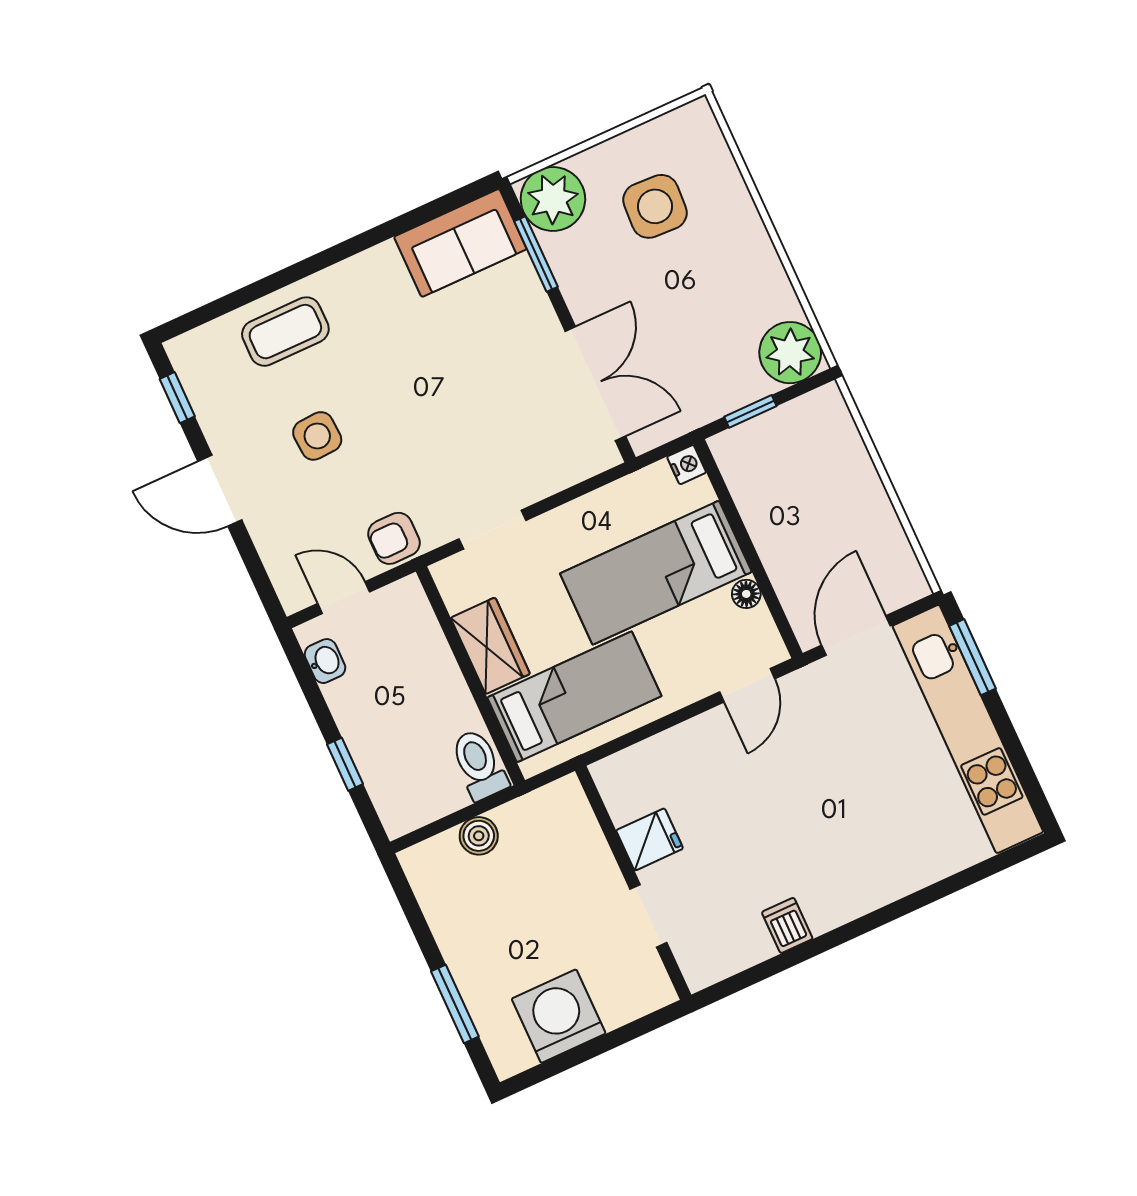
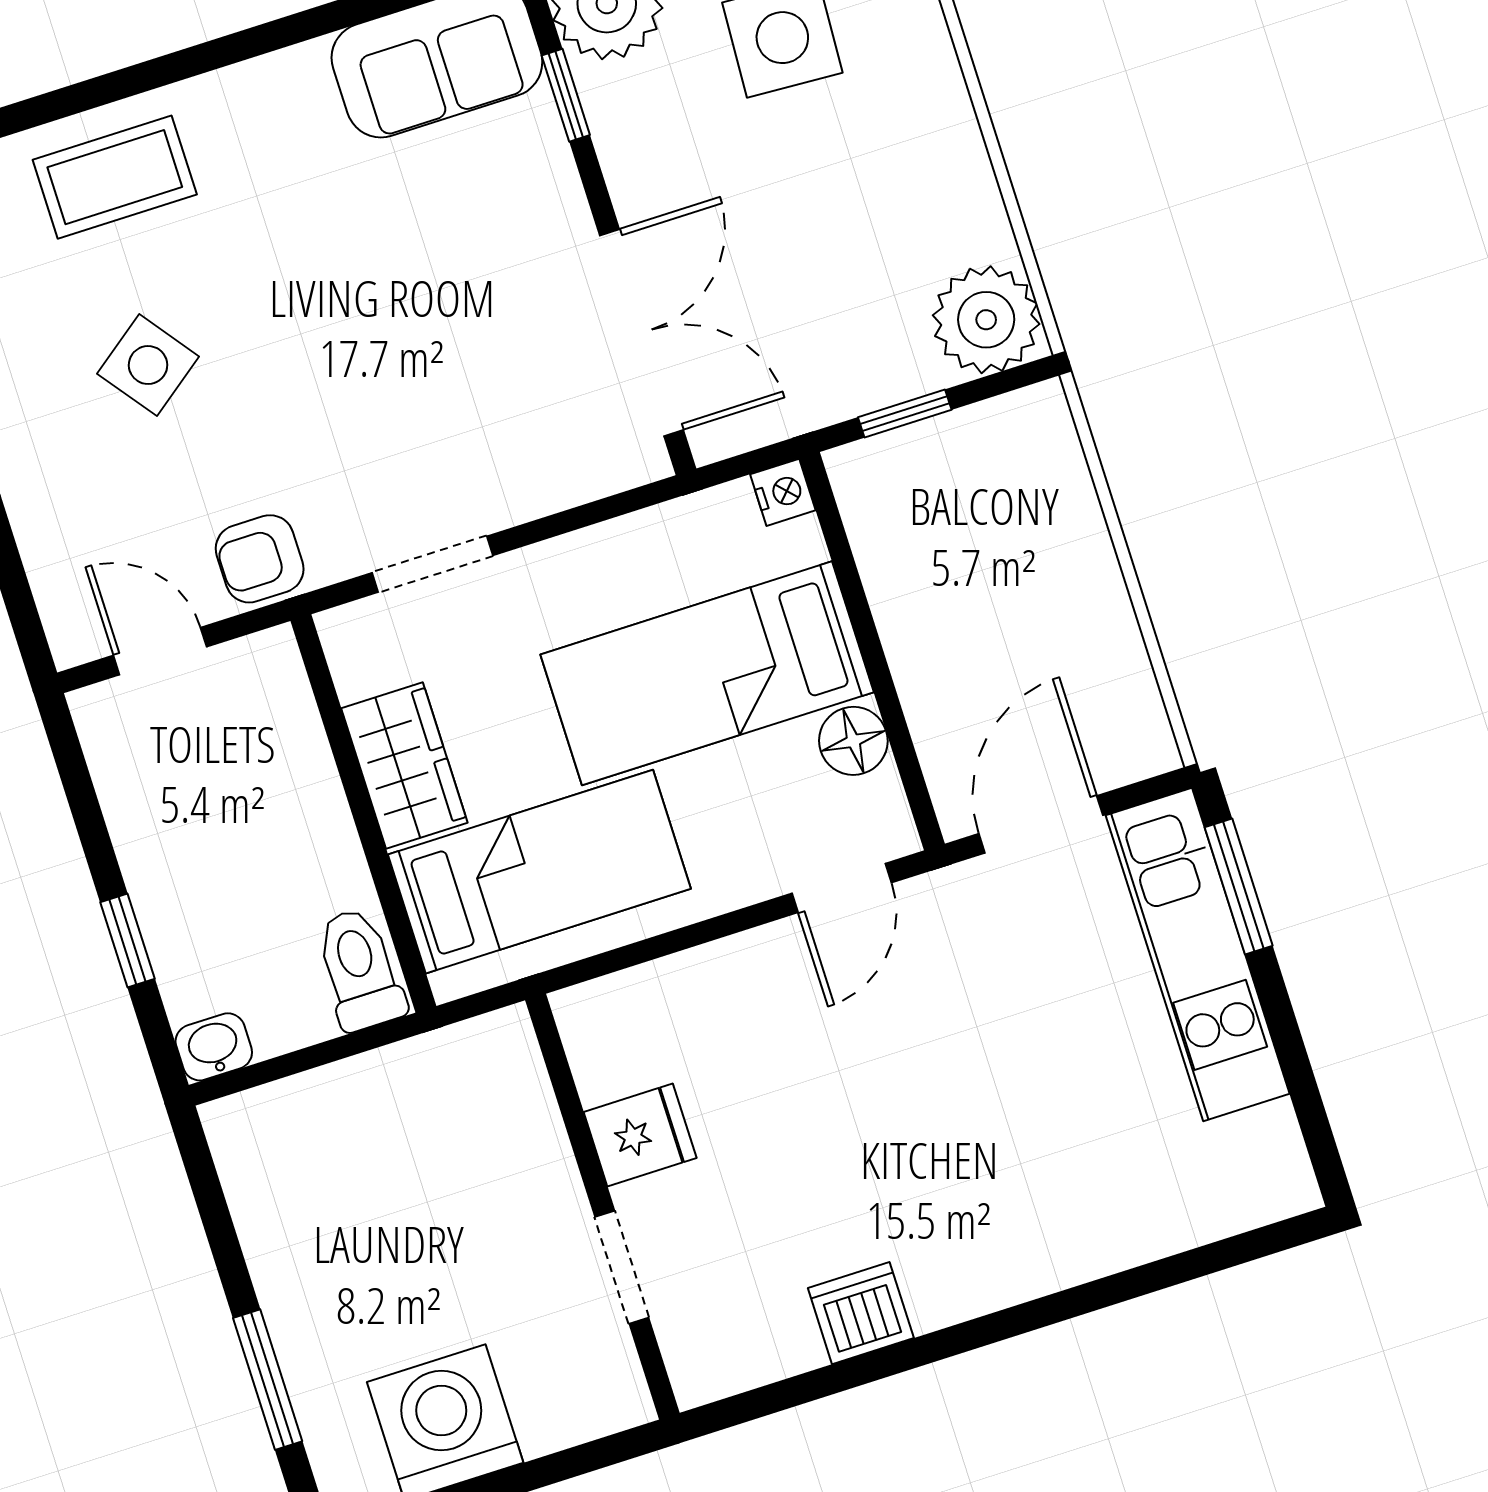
window: (536, 254) -> (566, 95), width x0.67
side table: (317, 436) -> (148, 365), turned -34
floor lamp: (746, 594) -> (853, 741), width x1.37, depth x1.37
washbasin: (325, 661) -> (214, 1047), moved, turned -90
kitchen unit: (968, 729) -> (1198, 954), width x0.73
boiler: (479, 836) -> (344, 1093), removed
dishwasher: (787, 925) -> (861, 1313), width x1.38

